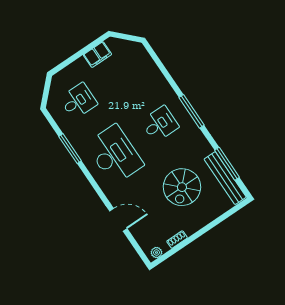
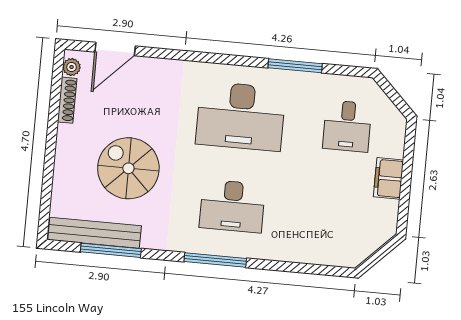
filing cabinet: (97, 55) -> (388, 178), moved
desk: (160, 124) -> (232, 206), width x1.37
door: (118, 220) -> (115, 49), moved
shoe rack: (177, 240) -> (67, 100), width x1.43

